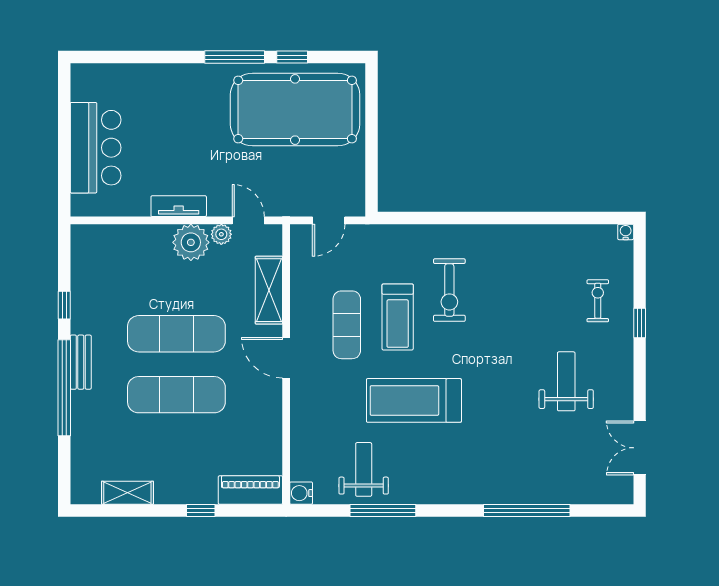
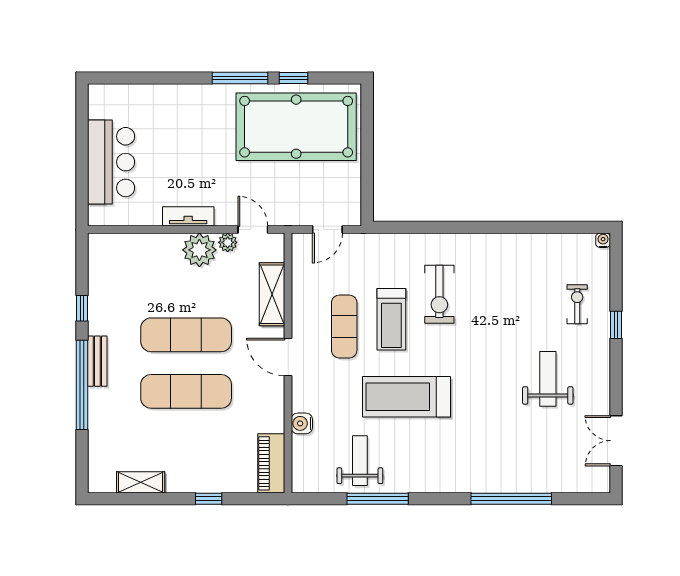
piano: (250, 490) -> (271, 463), moved, turned -90
water cooler: (301, 493) -> (302, 423), moved

